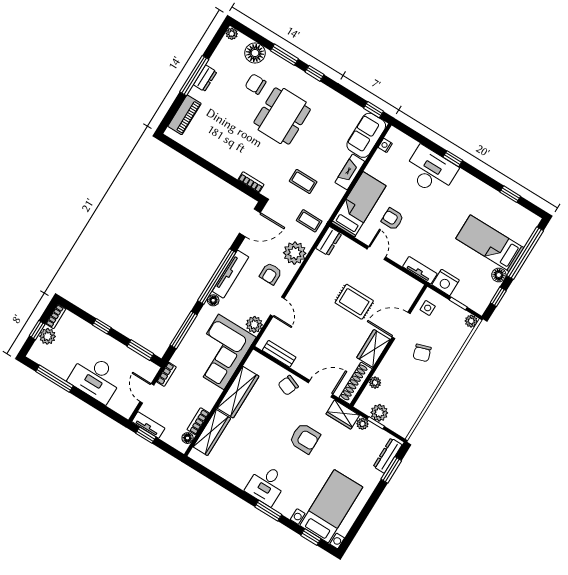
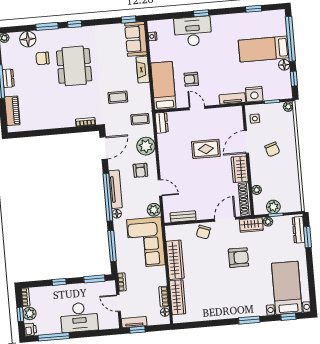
printer: (36, 353) -> (30, 329), added
desk: (266, 485) -> (236, 305), removed

